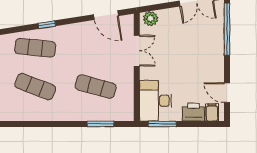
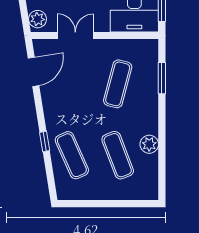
exercise mat: (35, 48) -> (72, 155), turned -30
exercise mat: (35, 87) -> (118, 155), turned -42
plant: (44, 113) -> (149, 144), added

